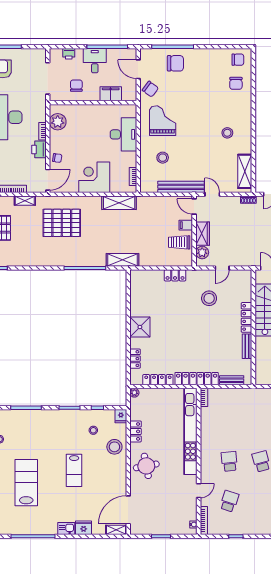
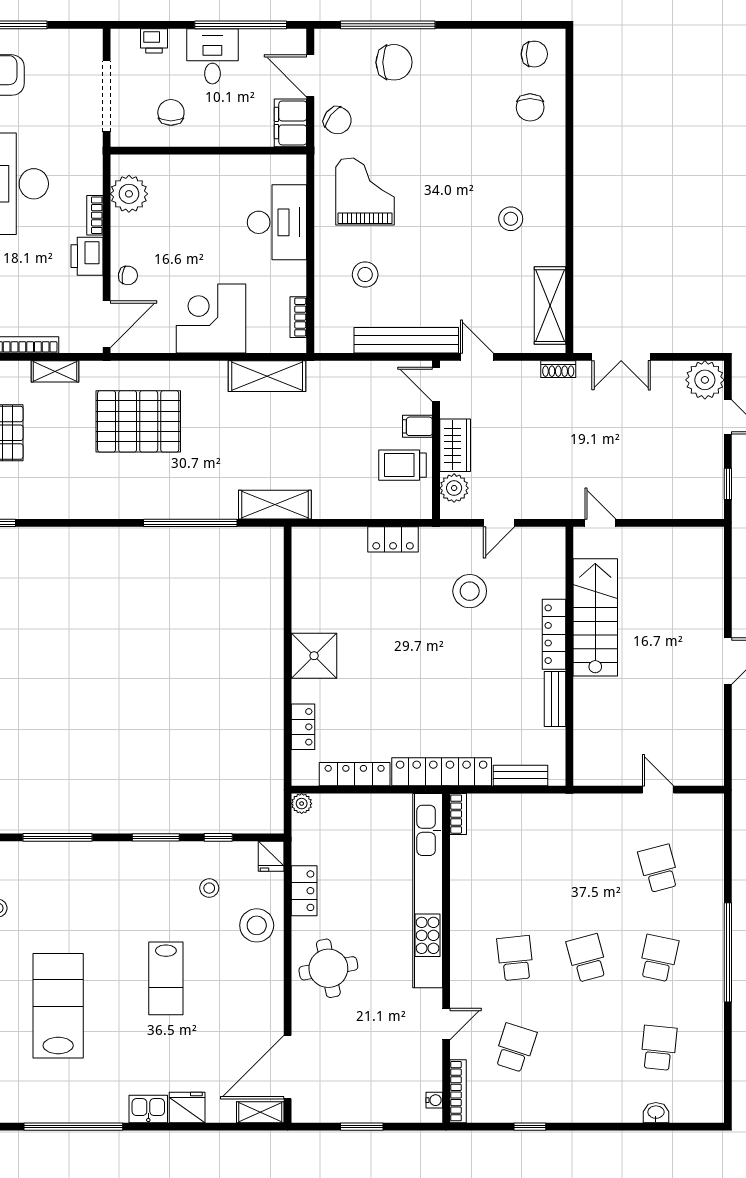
filing cabinet: (111, 94) -> (290, 123), moved, turned -90

